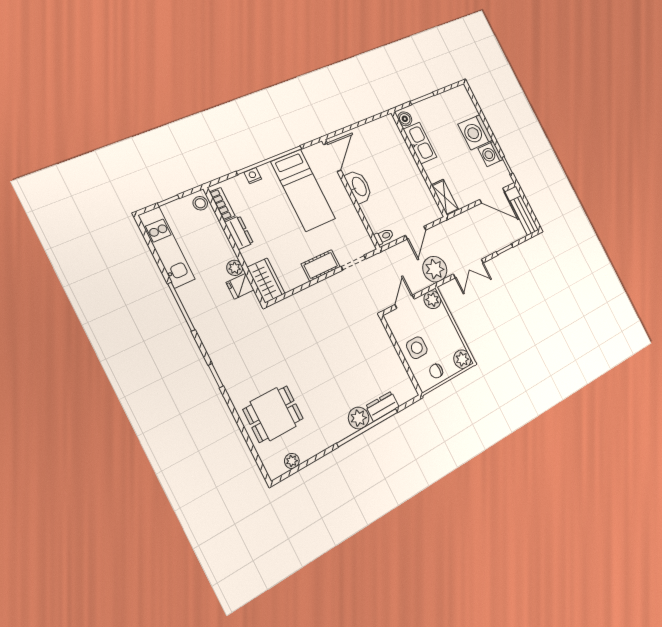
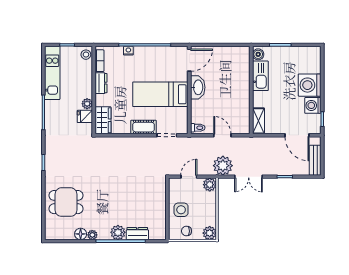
bed: (303, 190) -> (160, 94), moved, turned 90
door: (416, 233) -> (222, 135), swing flipped
floor lamp: (314, 447) -> (81, 234), added
plant: (292, 461) -> (92, 235), moved

